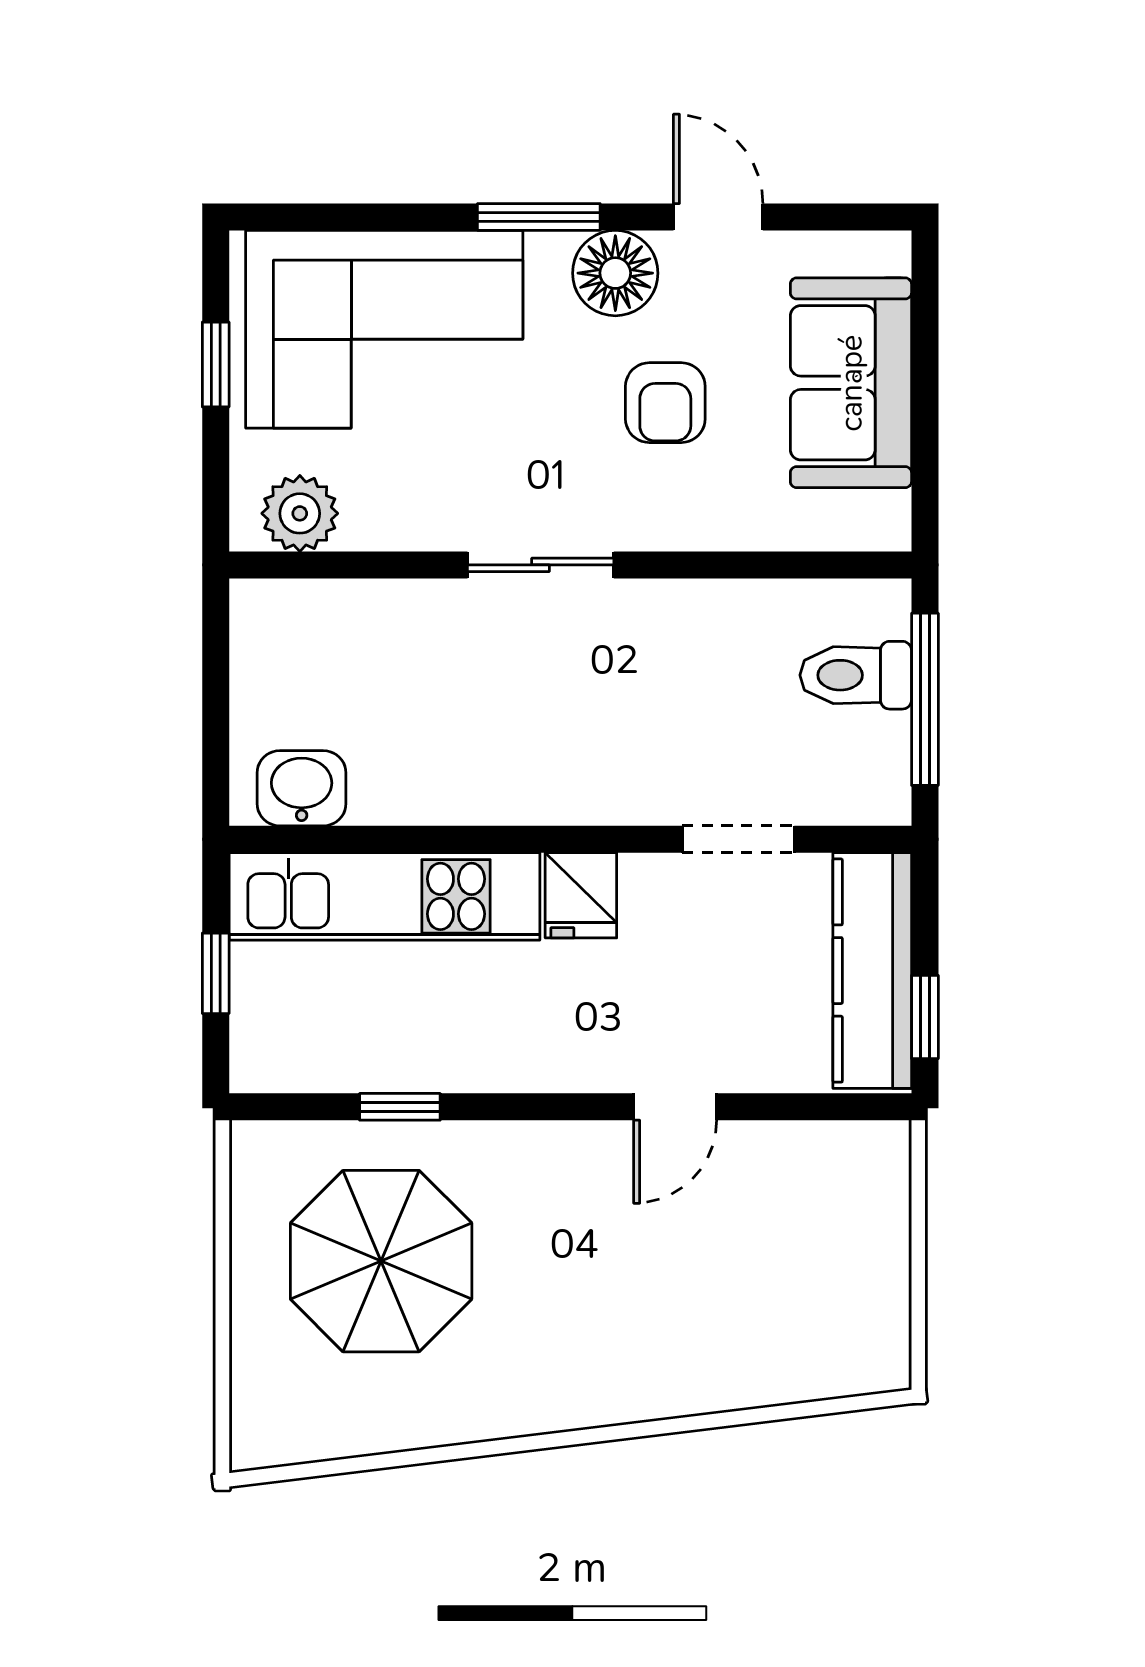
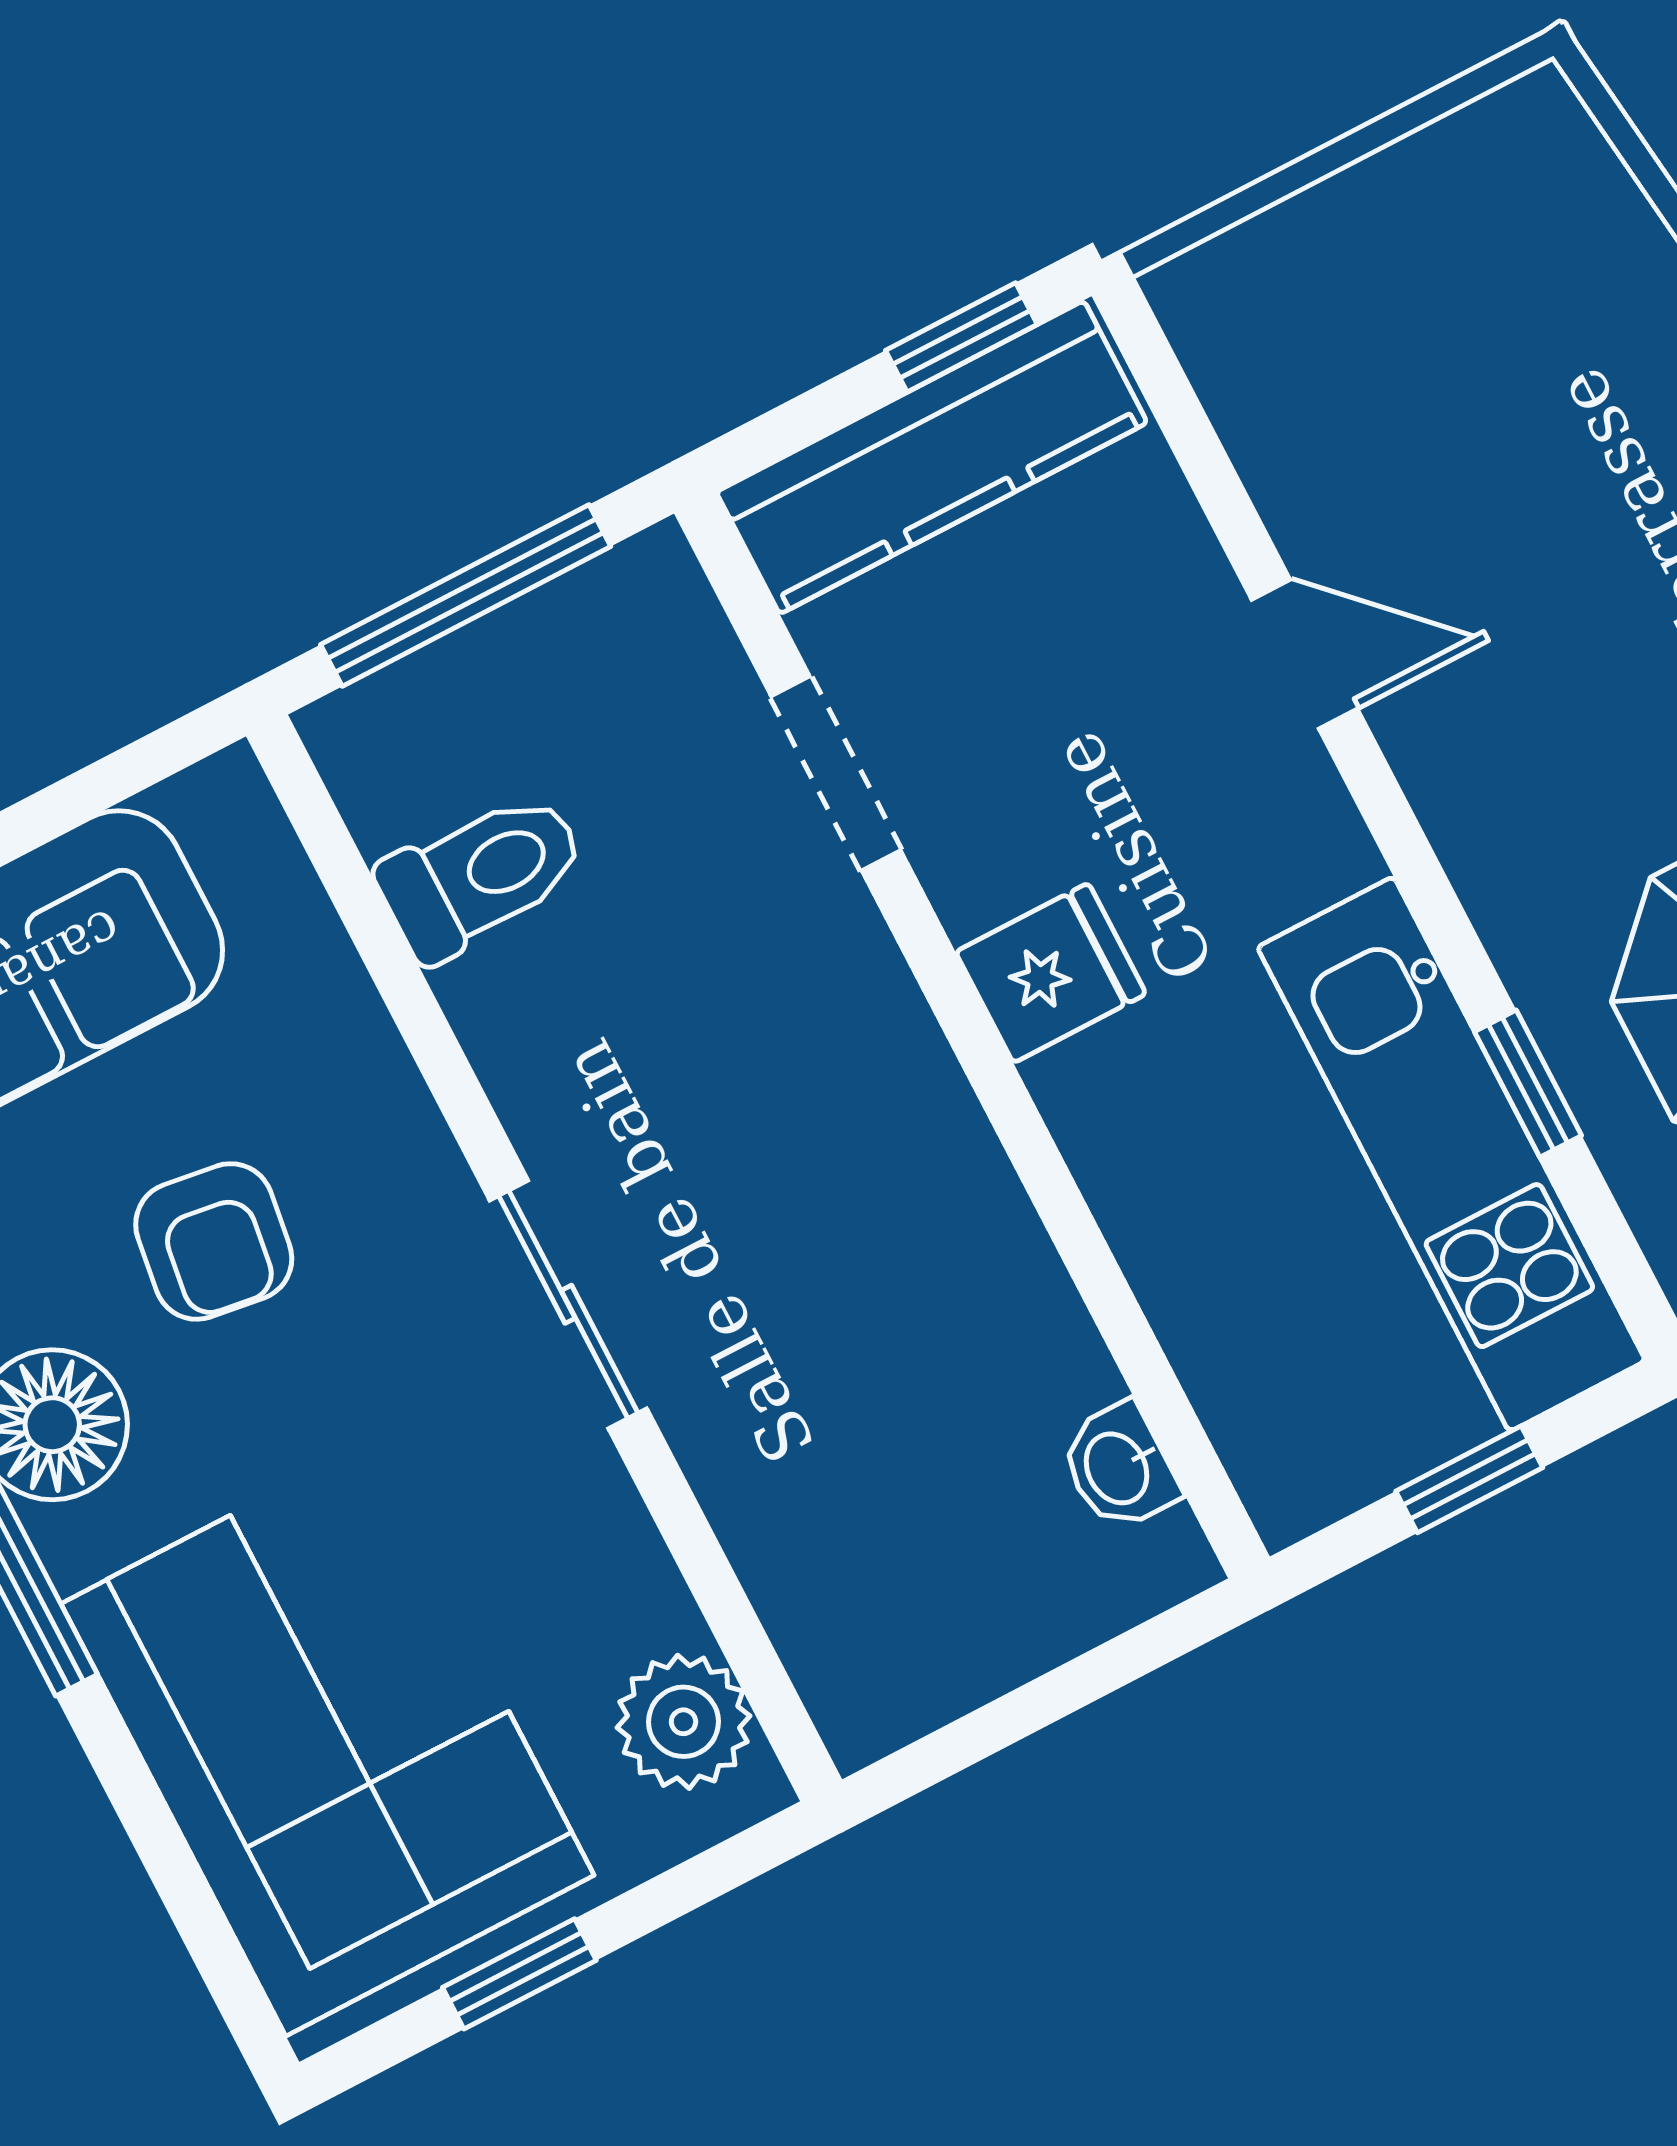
armchair: (665, 403) -> (214, 1241), turned 98
toilet: (856, 675) -> (482, 875), moved, turned -90
washbasin: (302, 788) -> (1119, 1467), width x0.72, depth x0.69
kitchen unit: (384, 896) -> (1451, 1154), moved, turned 180

